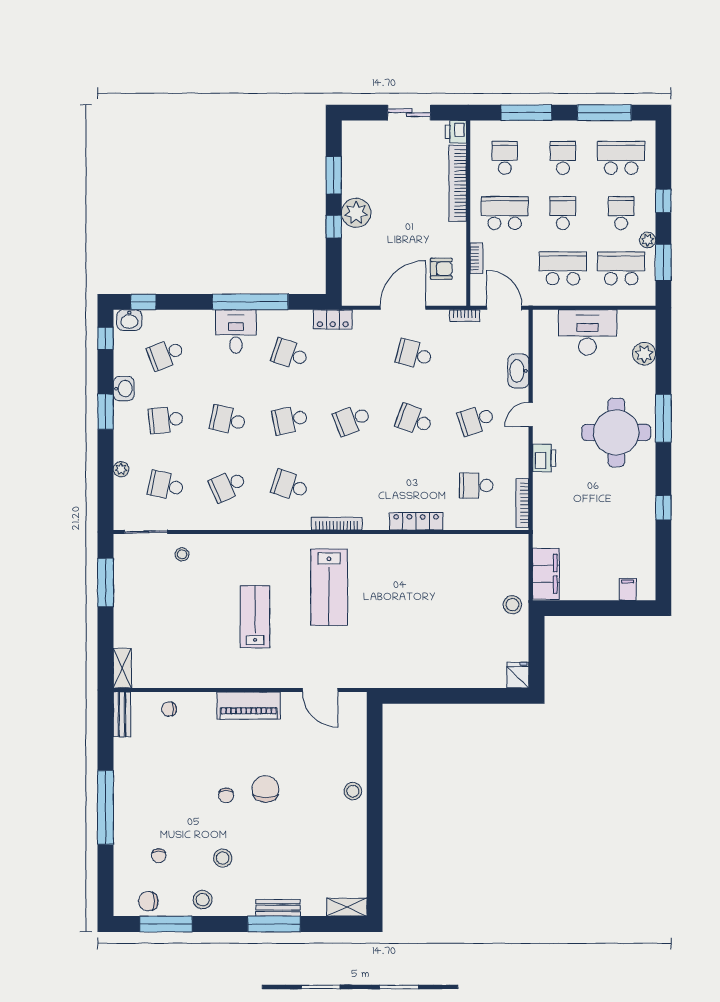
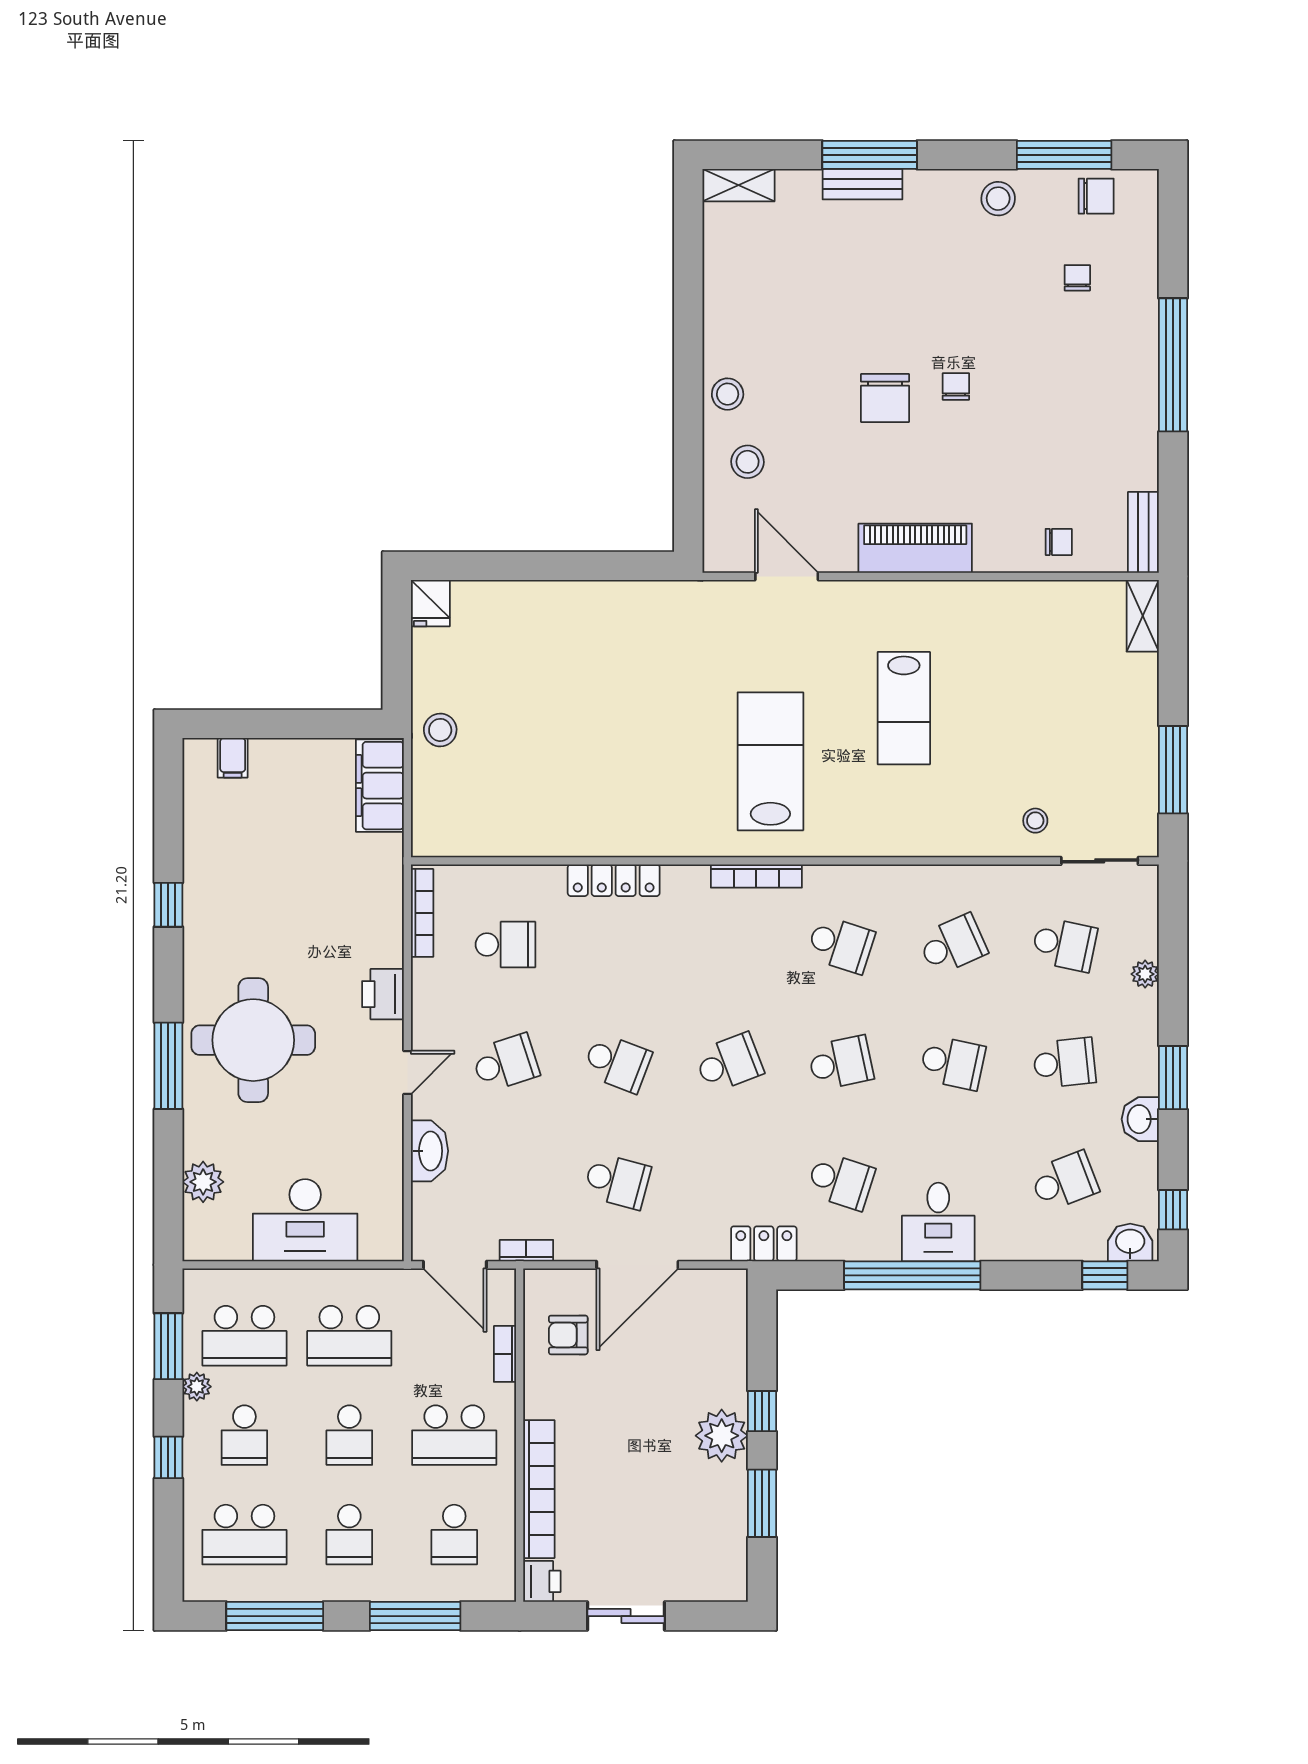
stool: (223, 858) -> (748, 462), moved

